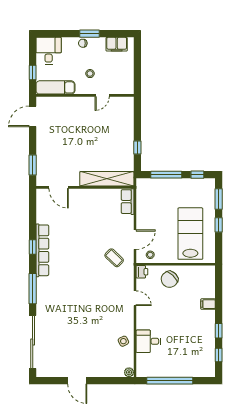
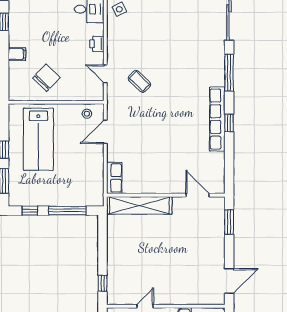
window: (137, 148) -> (103, 283), moved
coffee table: (114, 258) -> (139, 81), moved
printer: (142, 272) -> (97, 44), moved
chair: (170, 279) -> (46, 78), moved
door: (135, 298) -> (105, 74), moved

